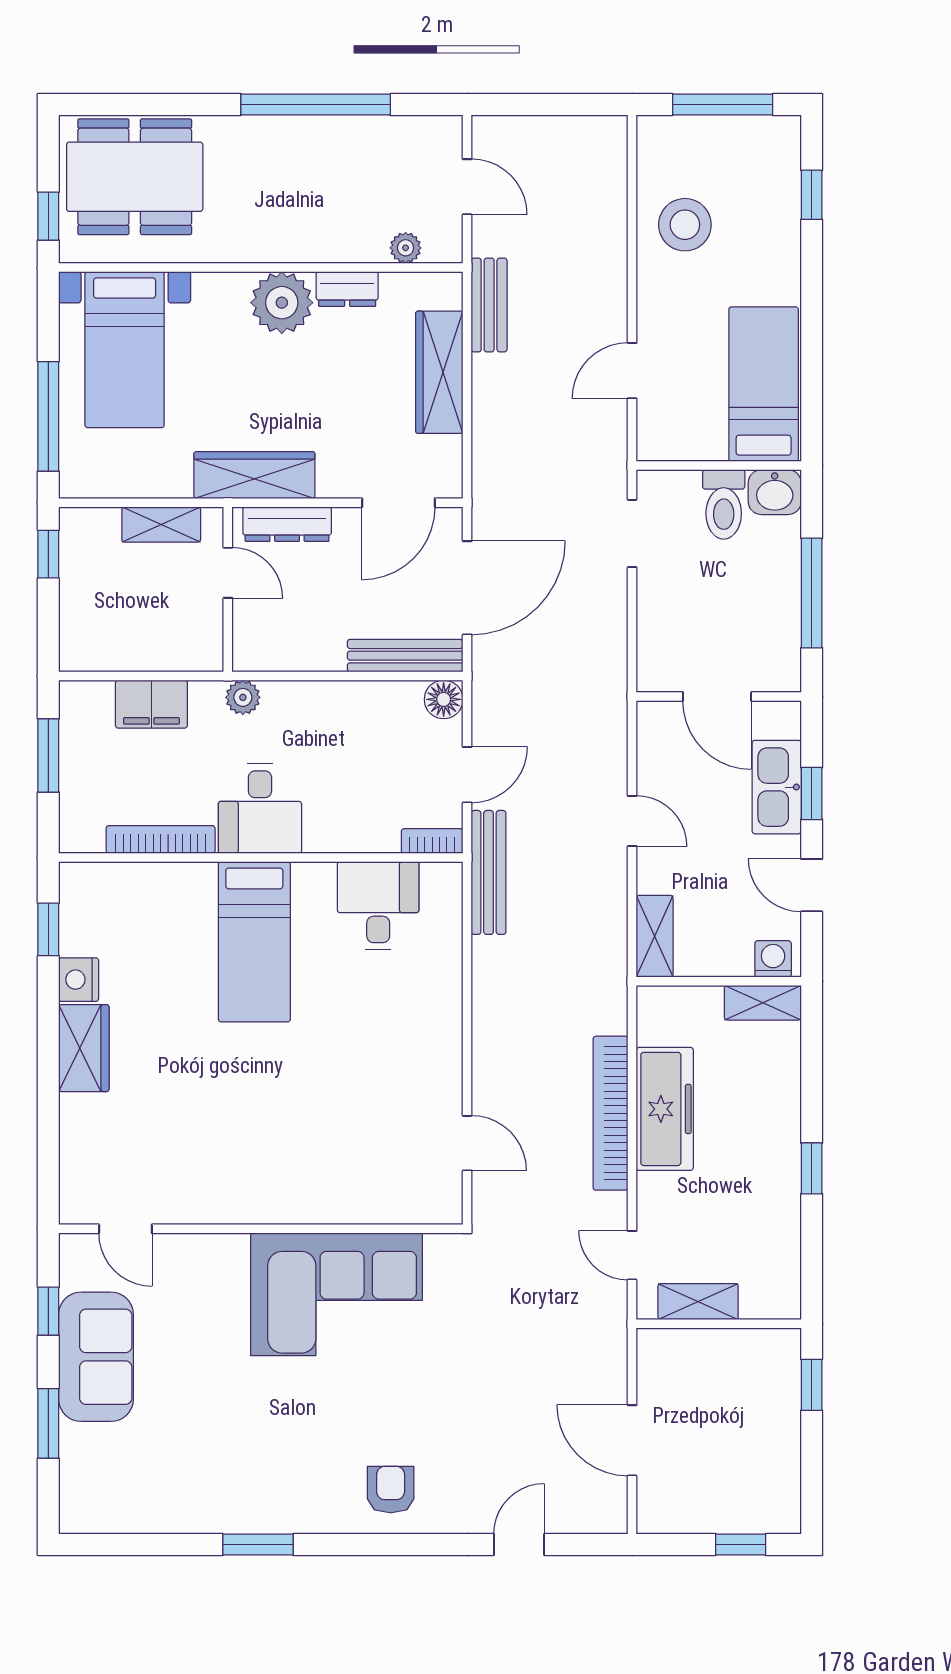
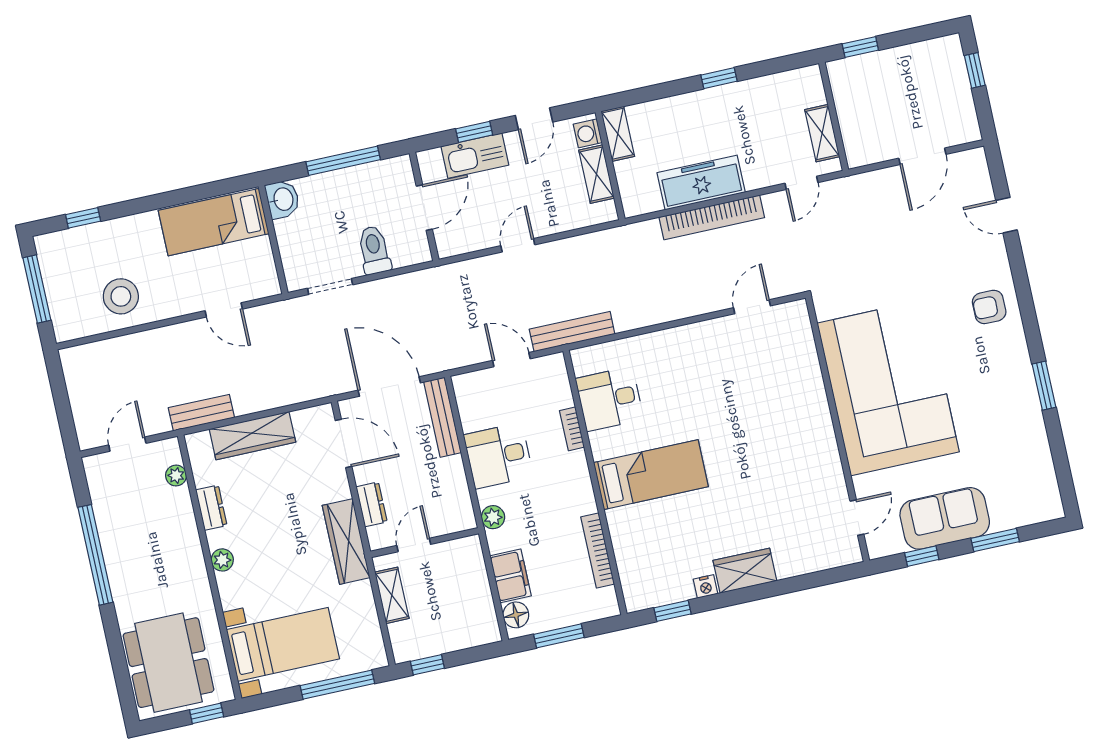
plant: (282, 303) -> (222, 560), width x0.53, depth x0.53
toilet: (724, 504) -> (374, 250), moved, turned -90
dresser: (287, 524) -> (372, 504), width x0.70
floor lamp: (444, 699) -> (516, 615), moved
desk: (260, 808) -> (498, 456), moved, turned 180
bookcase: (432, 841) -> (572, 429), moved
shelving: (655, 936) -> (597, 174), moved, turned 90
nightstand: (79, 980) -> (706, 586), width x0.72, depth x0.74
corner sofa: (336, 1294) -> (888, 388), width x1.36, depth x1.36

